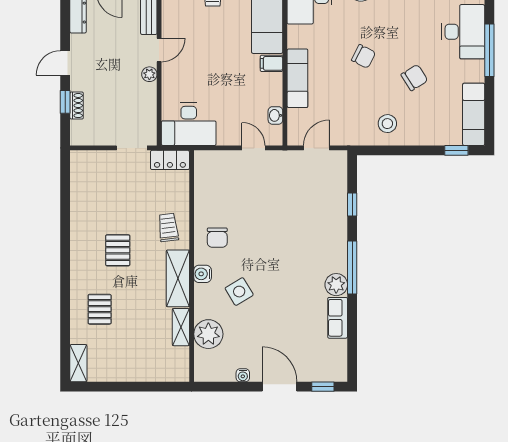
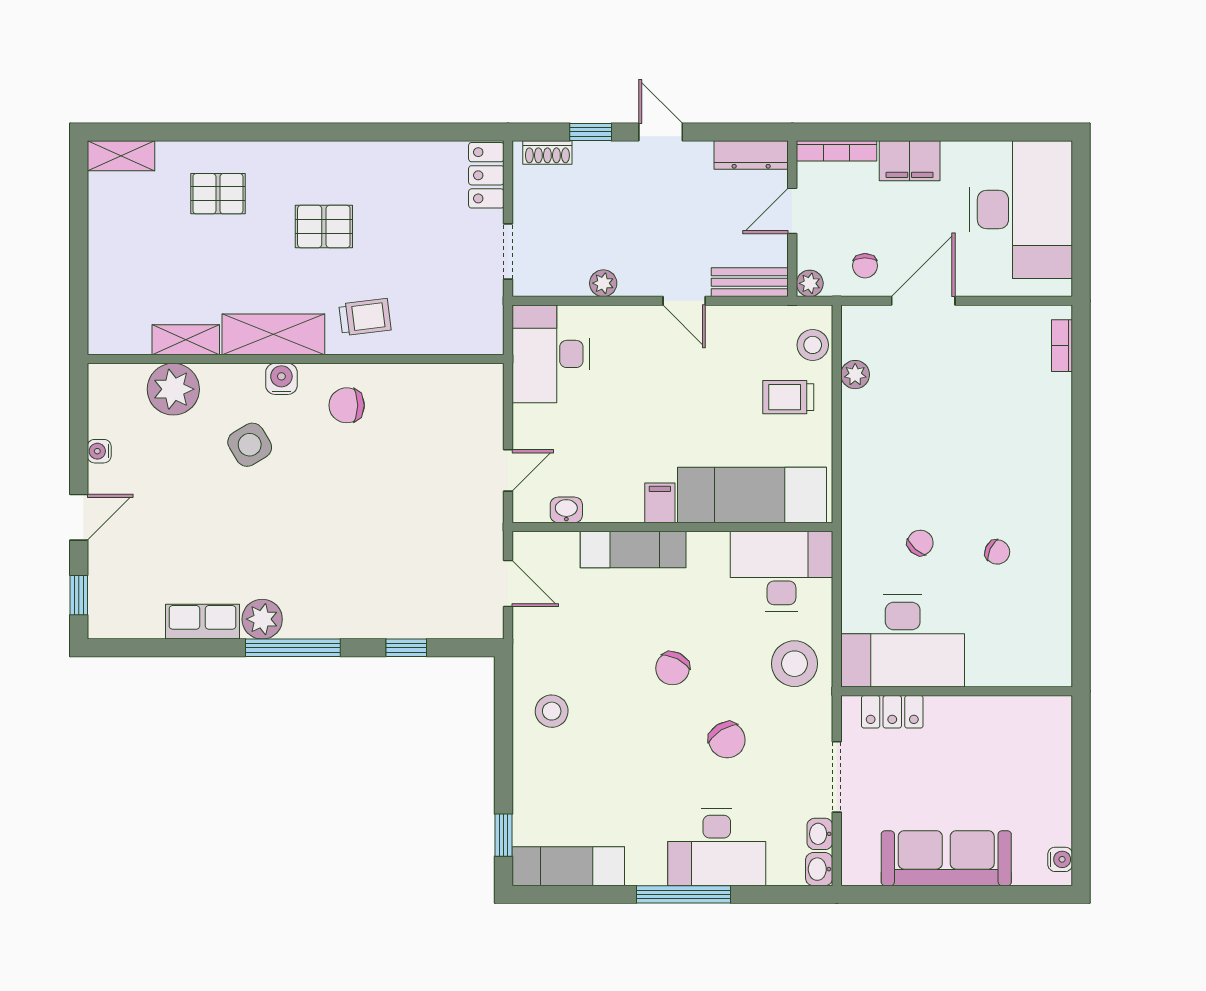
plant: (149, 74) -> (603, 283), moved
chair: (414, 78) -> (727, 740), moved
shoe rack: (77, 106) -> (547, 152), moved
locker: (170, 160) -> (486, 175), moved
door: (280, 387) -> (79, 517), width x0.73

